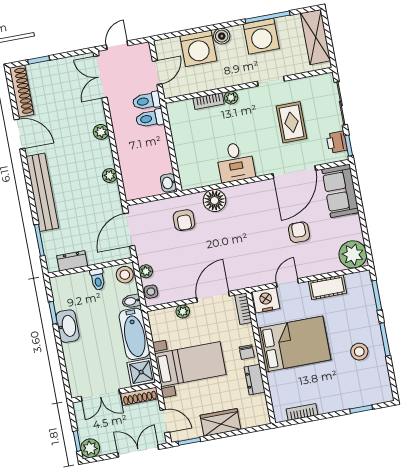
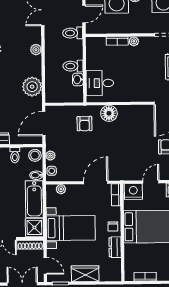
toilet: (150, 118) -> (73, 66), moved
desk: (235, 162) -> (100, 83), moved, turned 90
plant: (110, 176) -> (32, 87), width x1.87, depth x1.87
washbasin: (168, 183) -> (78, 79), moved
plant: (183, 311) -> (61, 189), moved

